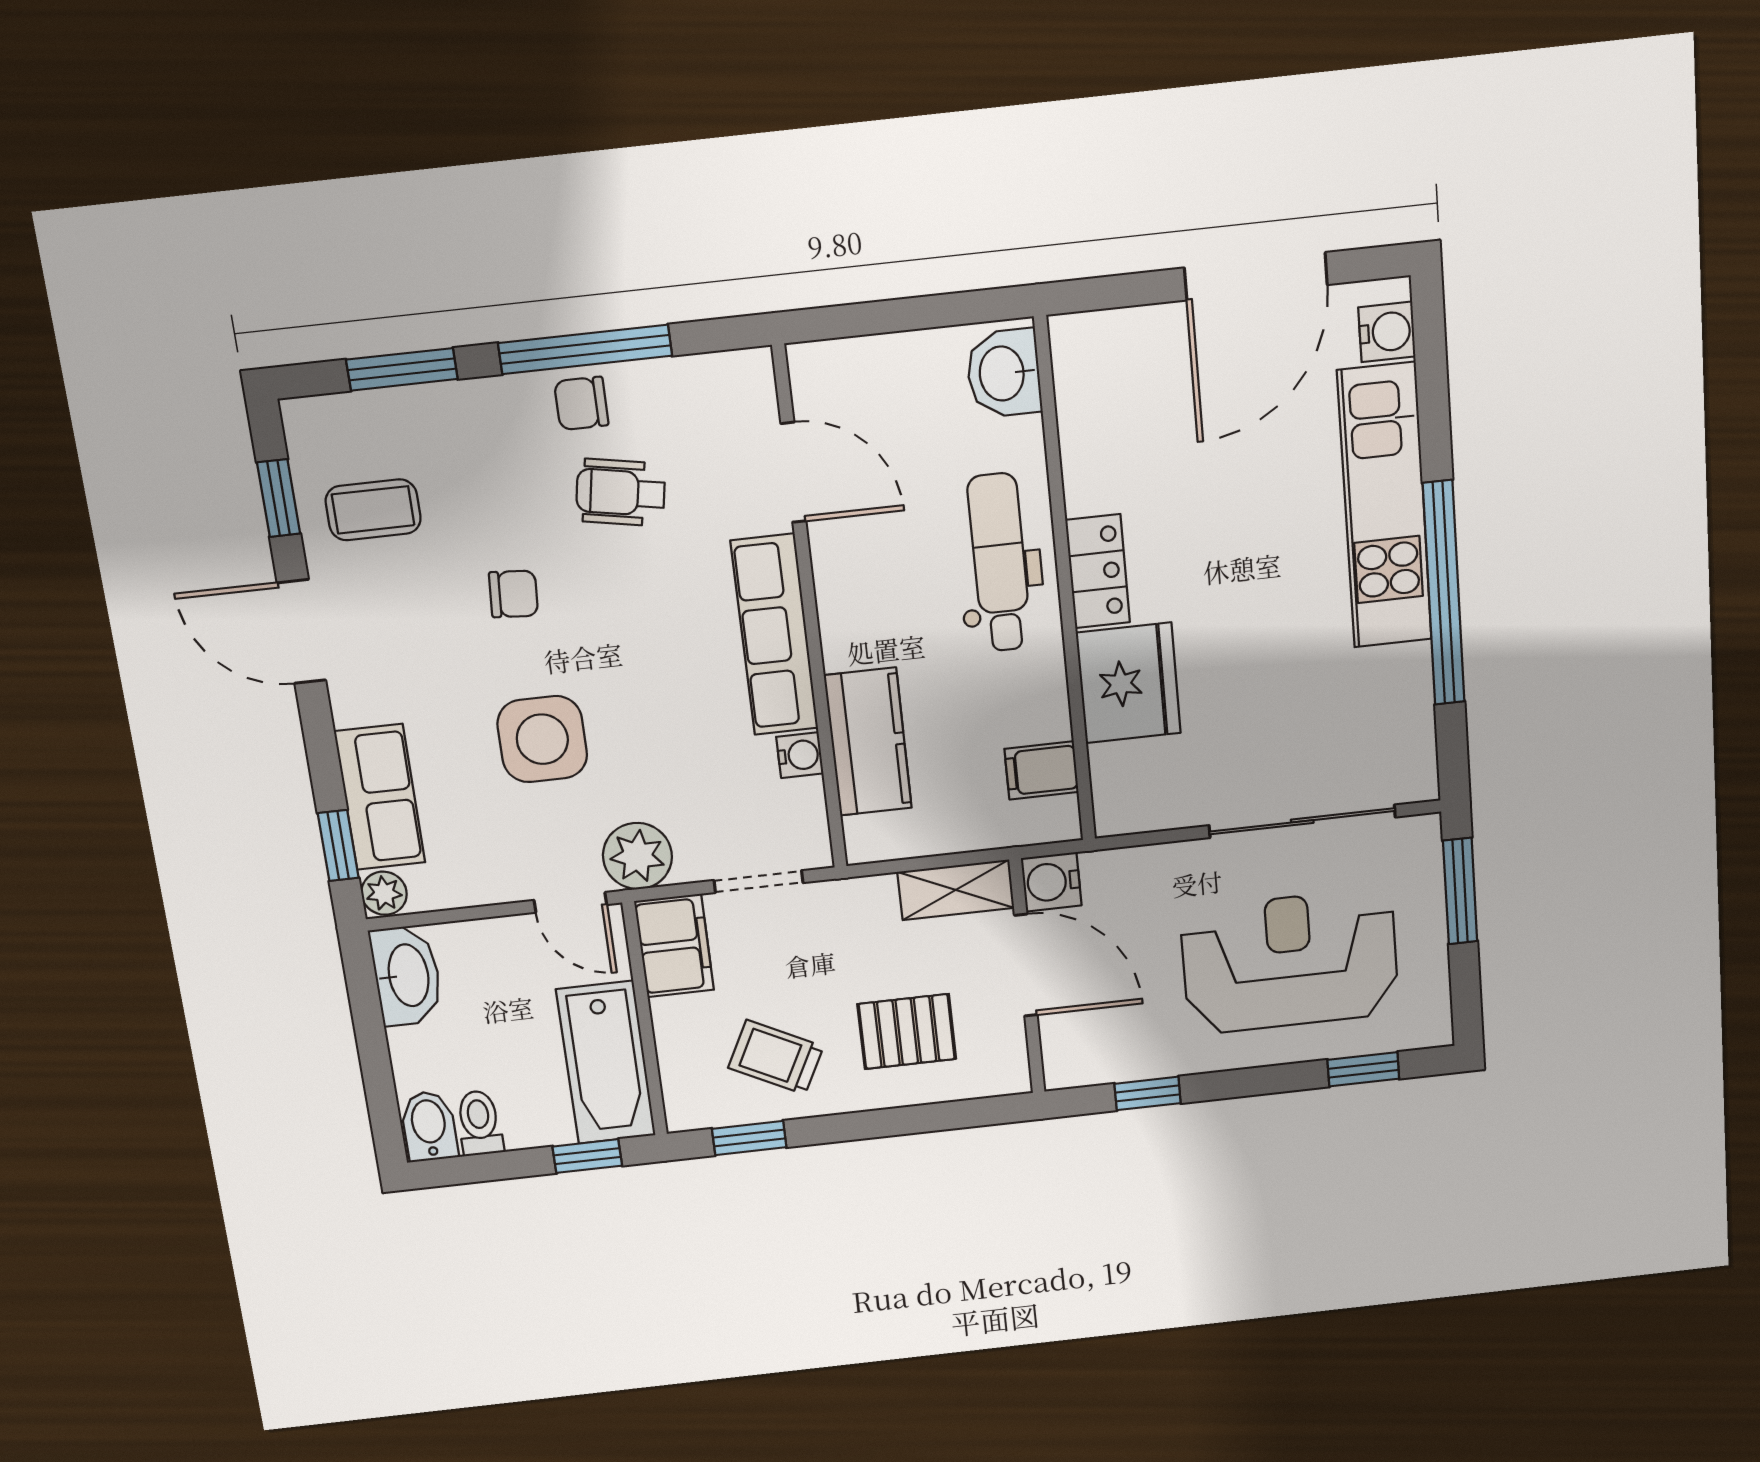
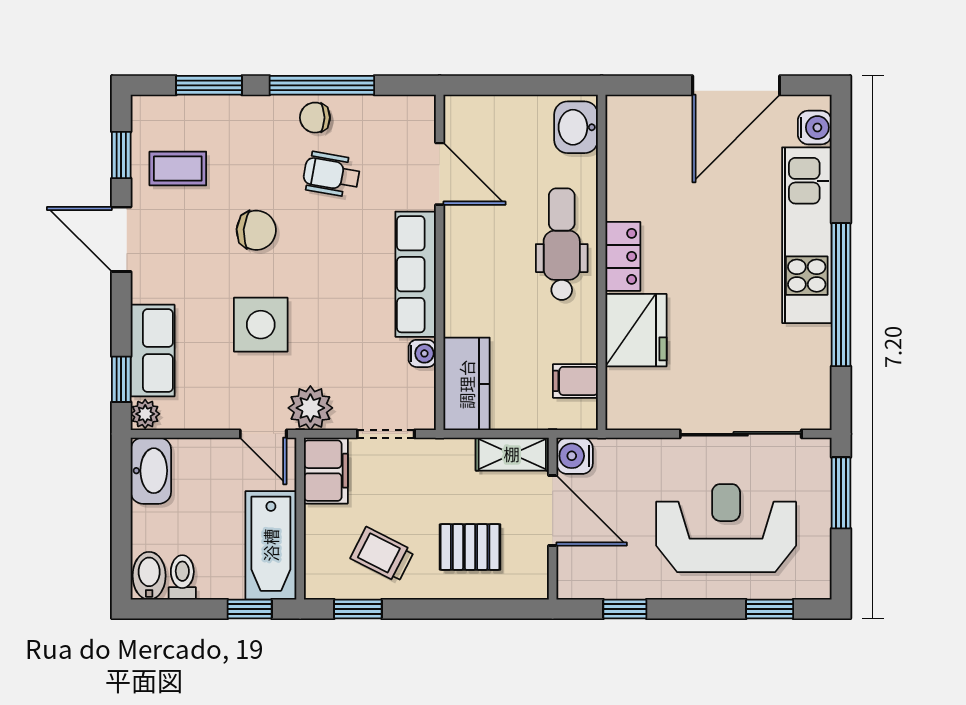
chair: (513, 594) -> (256, 230), width x1.37, depth x1.37
kitchen counter: (868, 742) -> (467, 384), moved

